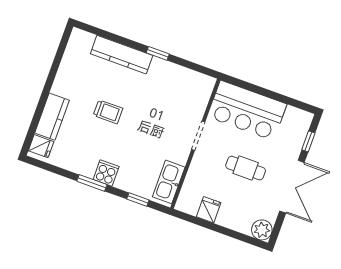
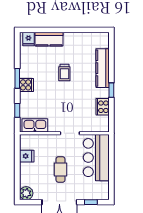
cooker: (177, 75) -> (103, 107), added

